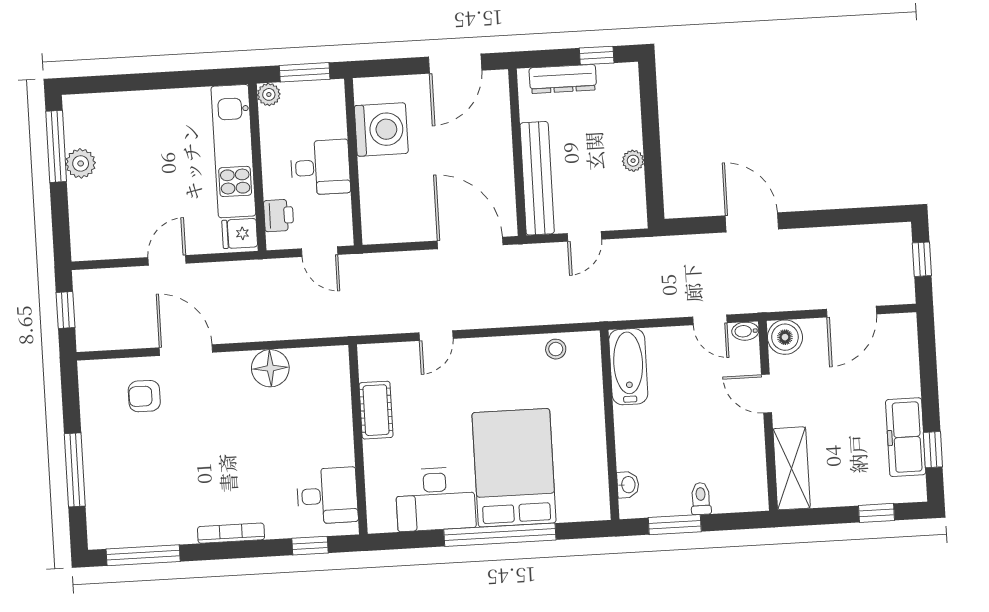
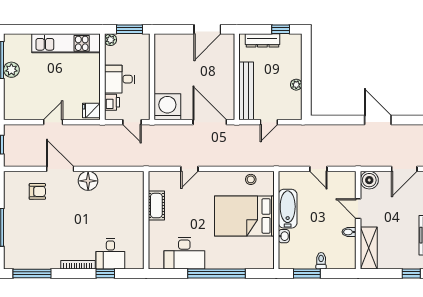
washing machine: (381, 129) -> (167, 107), moved, turned -90
kitchen unit: (233, 151) -> (66, 43), moved, turned -90
desk: (320, 167) -> (120, 79), moved, turned 180
door: (752, 222) -> (378, 120), moved
door: (710, 320) -> (318, 169), moved
bidet: (745, 331) -> (349, 232), moved
bathtub: (628, 367) -> (288, 209), moved
floor lamp: (270, 368) -> (88, 181), moved
armchair: (144, 396) -> (37, 191), turned 180
bed: (514, 468) -> (244, 216), moved, turned -90
washbasin: (628, 485) -> (284, 236), moved
desk: (327, 496) -> (110, 254), moved, turned 90
window: (310, 546) -> (105, 273), moved

